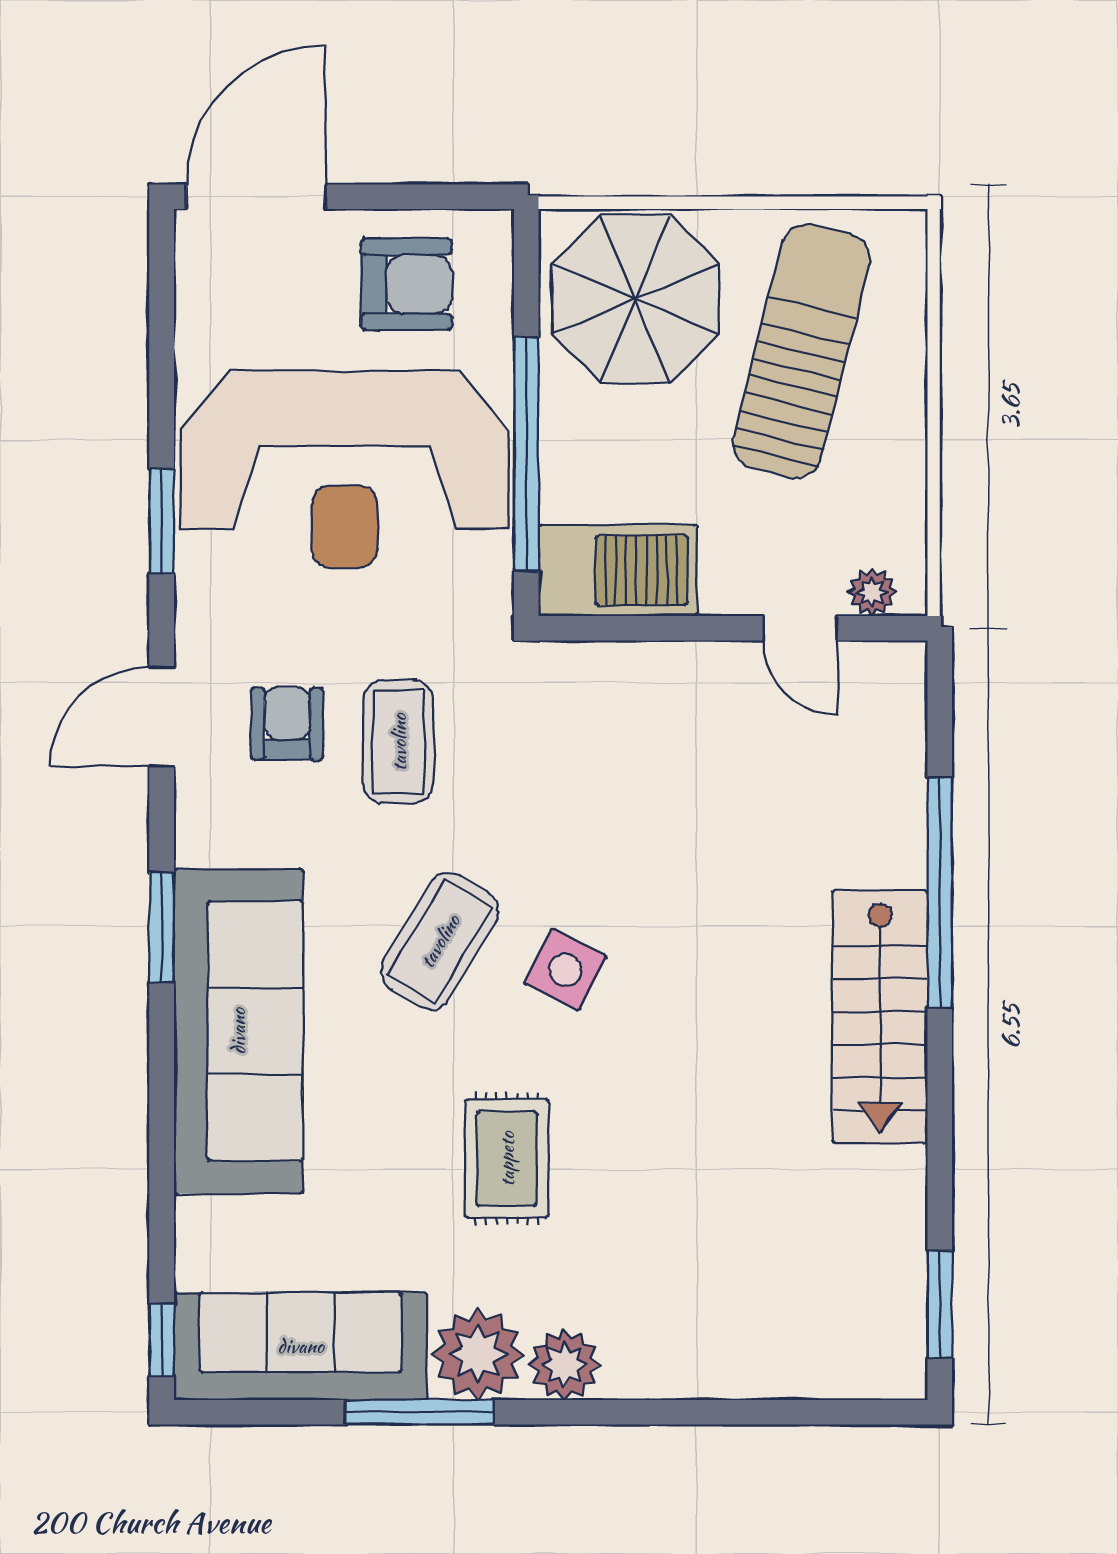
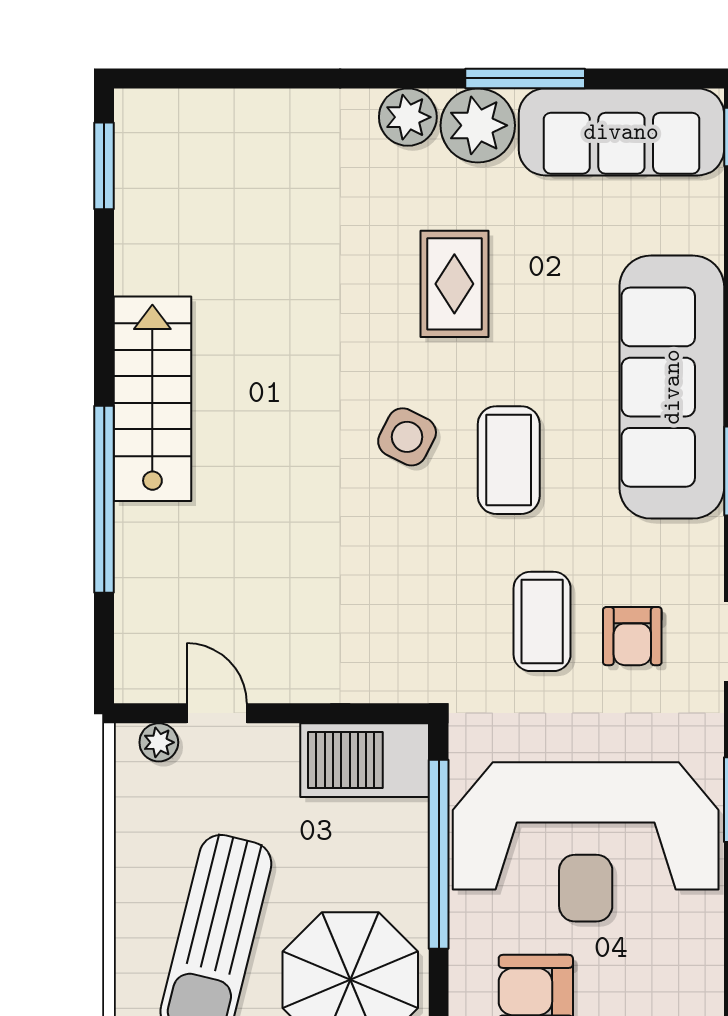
reception desk: (345, 469) -> (586, 842), turned 180
coffee table: (440, 941) -> (509, 460), turned -31

